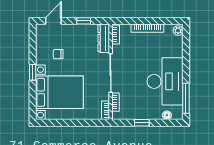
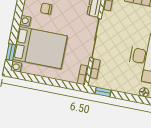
window: (33, 72) -> (11, 52), moved
window: (142, 123) -> (103, 92), moved

